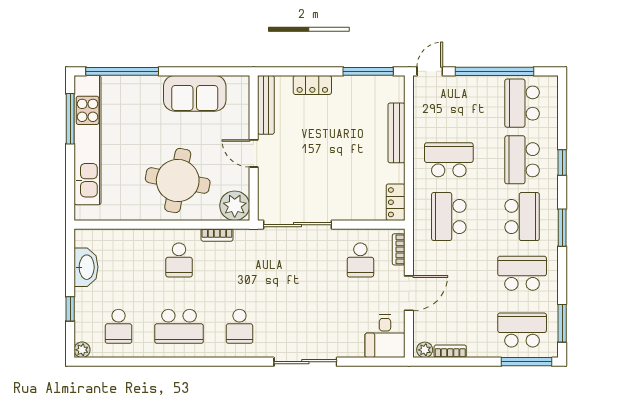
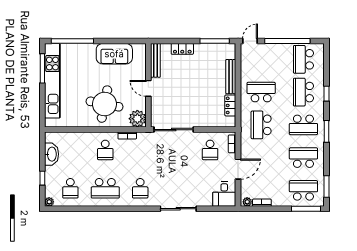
locker: (396, 202) -> (230, 105), moved
school desk: (522, 217) -> (303, 125), turned 90

